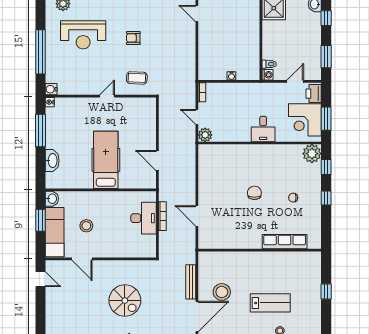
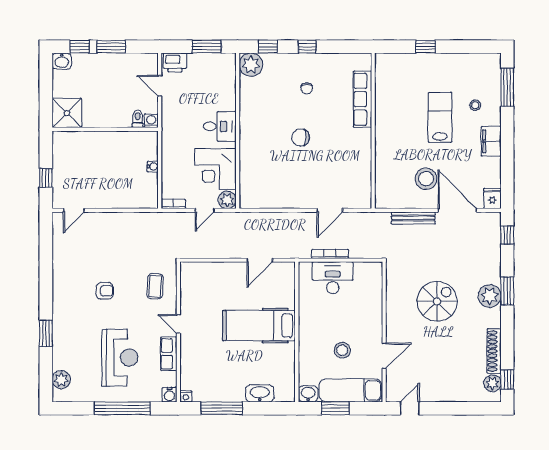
reception desk: (83, 35) -> (120, 358), moved
armchair: (133, 38) -> (105, 291), turned -90
window: (326, 57) -> (111, 47), moved
row of seats: (83, 89) -> (169, 354), added
corner desk: (305, 120) -> (215, 169), moved, turned 90

